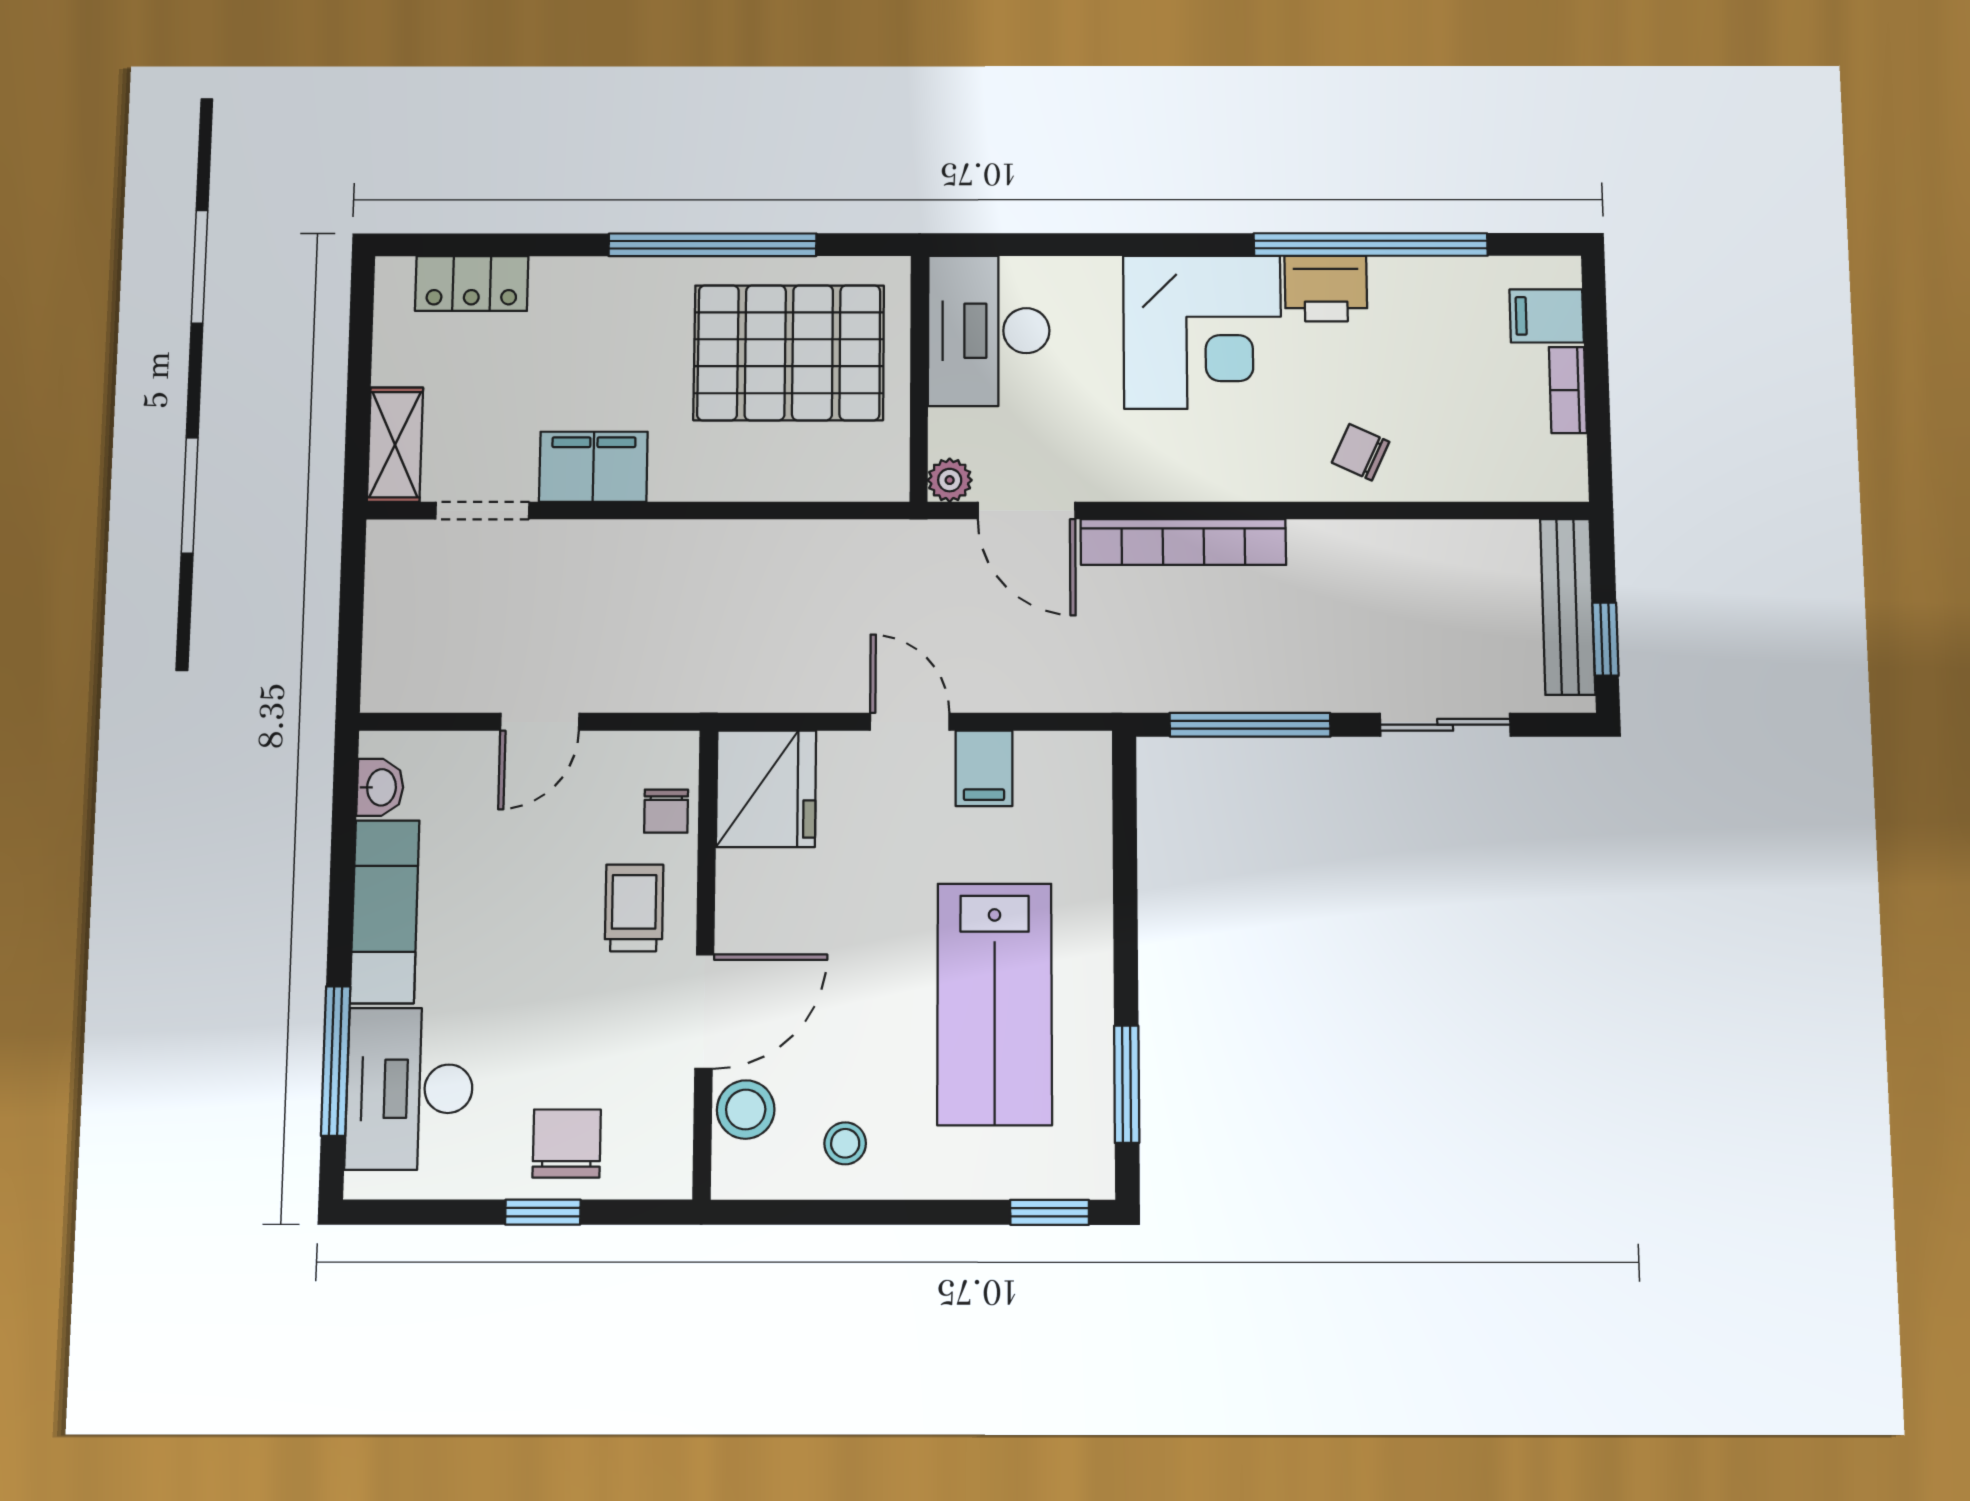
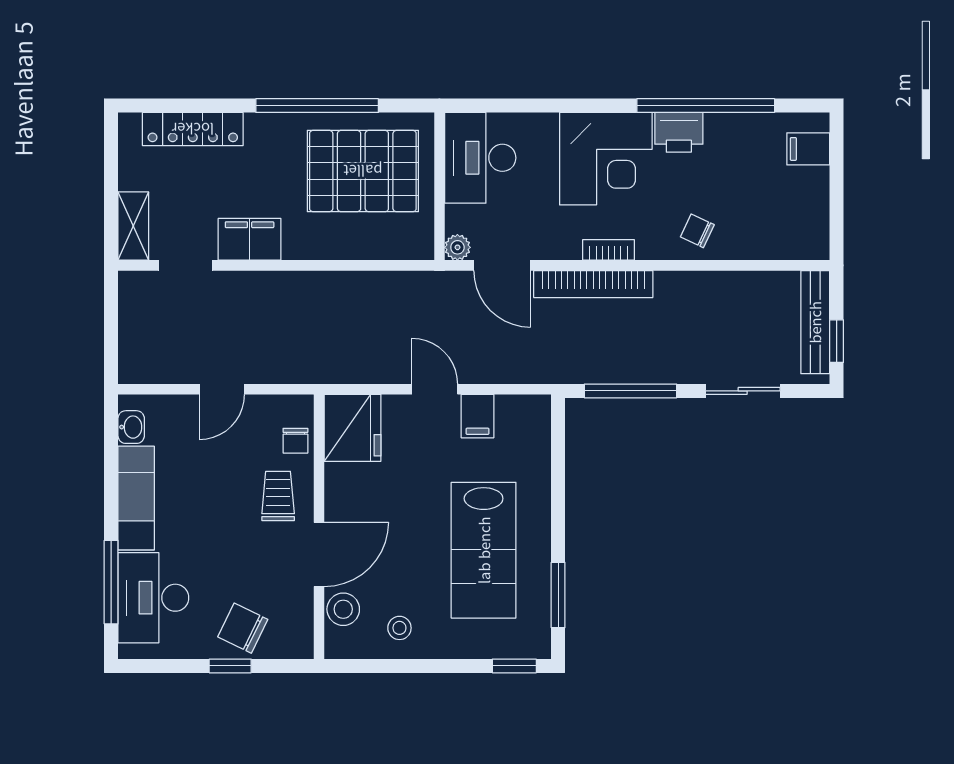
locker: (472, 284) -> (193, 129), width x1.53
bookcase: (1568, 390) -> (608, 250), moved, turned 90
chair: (567, 1143) -> (243, 628), turned -64

